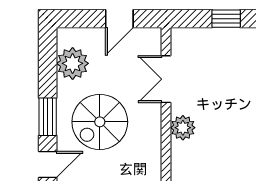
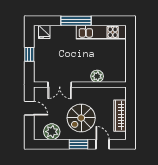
spiral stairs: (100, 122) -> (81, 118), turned 90
plant: (183, 128) -> (97, 76), moved

